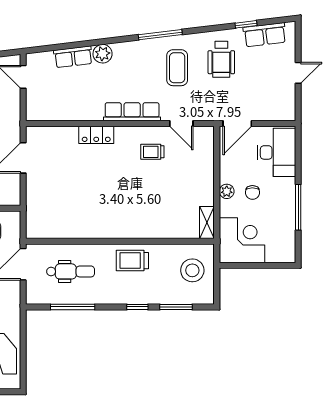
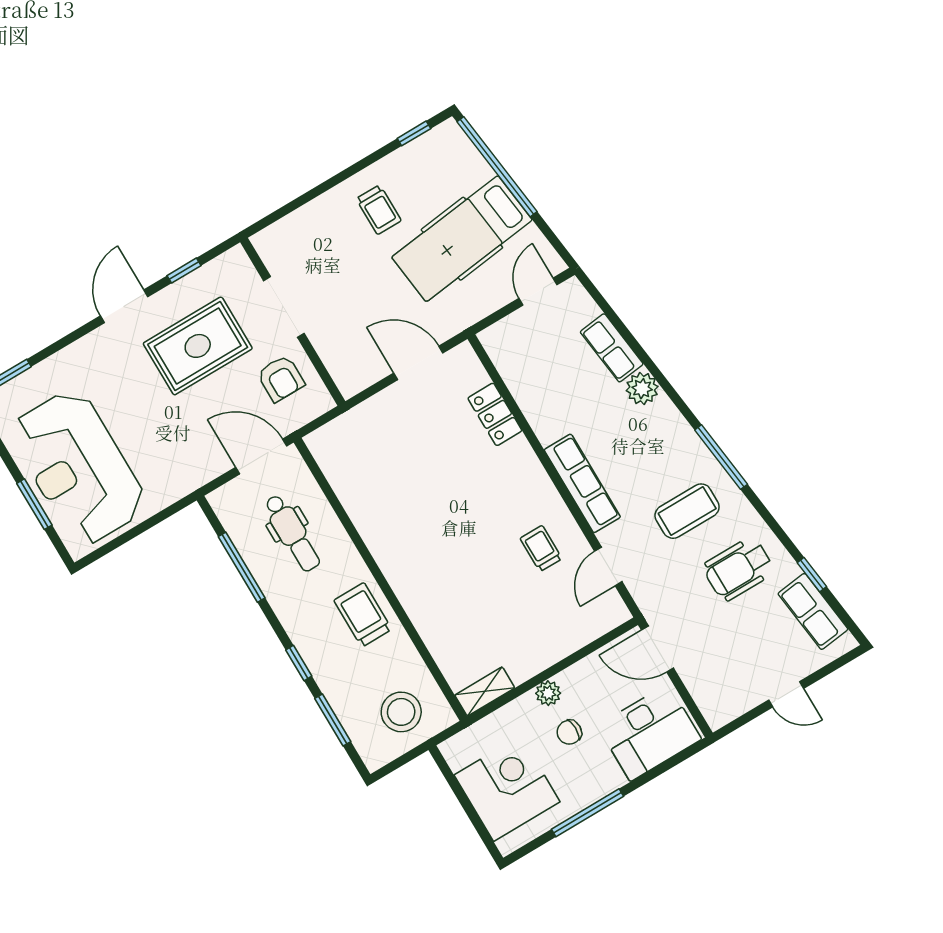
locker: (96, 135) -> (495, 414), moved
corner desk: (242, 240) -> (507, 788), moved, turned -90

